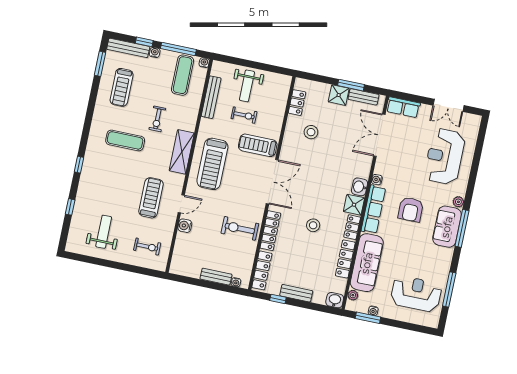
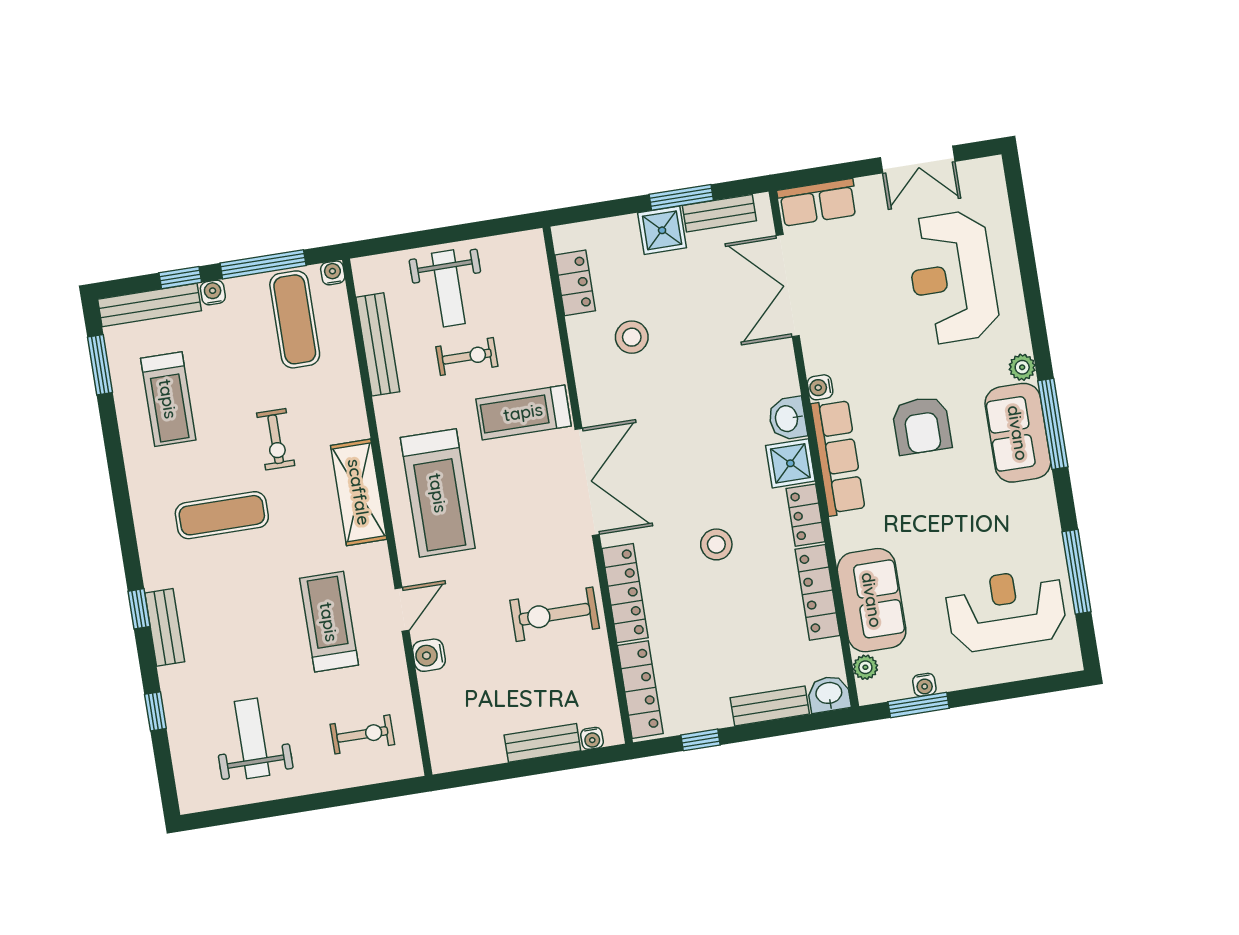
bench: (86, 176) -> (165, 627), added
sofa: (367, 263) -> (872, 600), width x0.73
bench: (296, 293) -> (770, 706), moved

